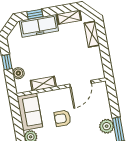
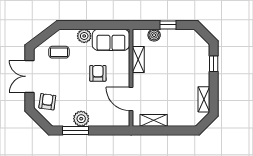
freezer: (39, 26) -> (200, 66), removed
shelving: (92, 34) -> (154, 120), moved

